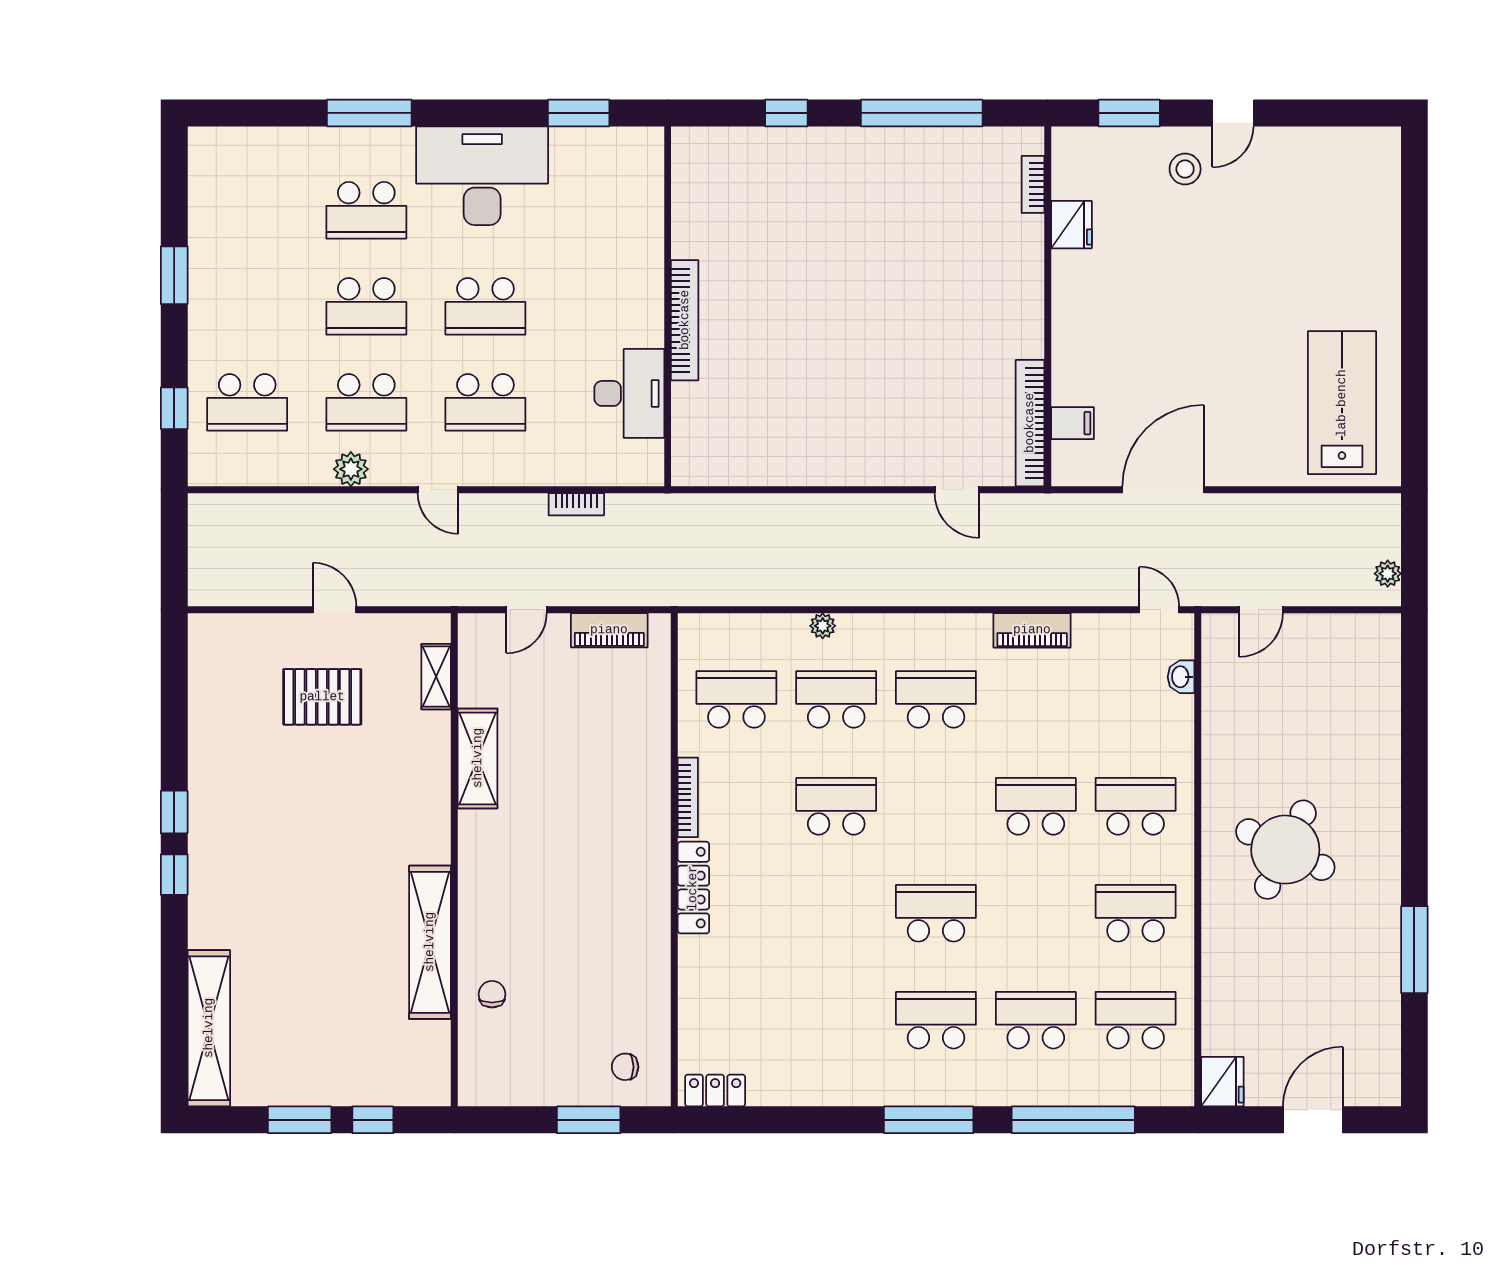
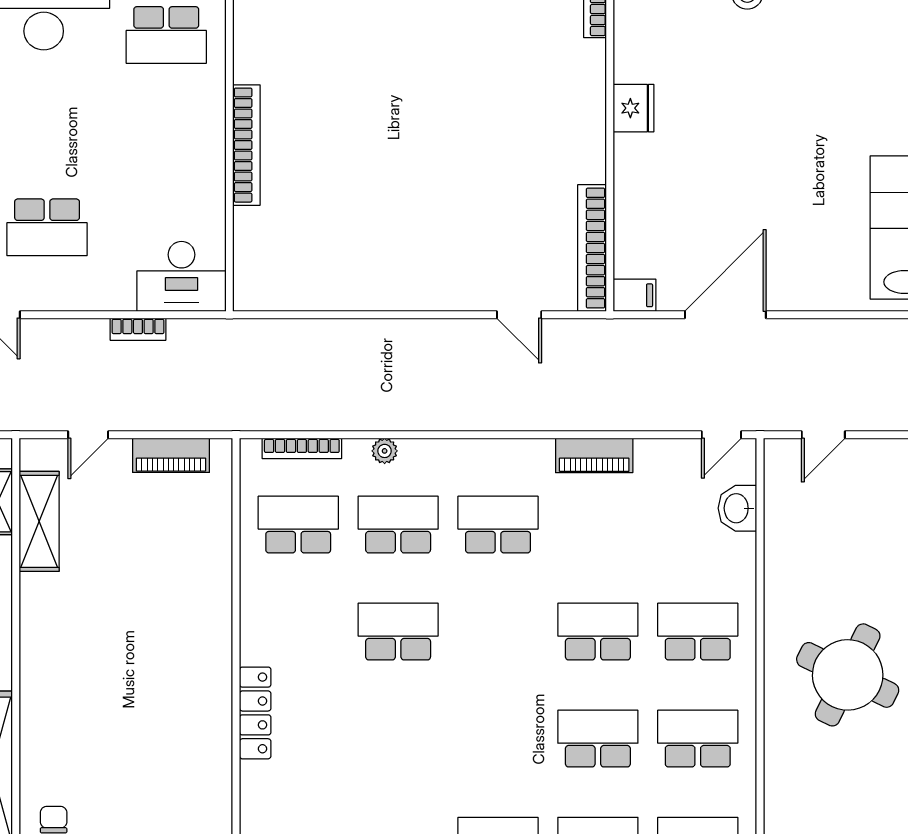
fridge: (1071, 225) -> (634, 108), moved
school desk: (485, 306) -> (166, 35), moved
desk: (629, 393) -> (181, 276), moved, turned 90
filing cabinet: (1072, 423) -> (635, 295), moved
door: (1159, 610) -> (721, 435), swing flipped
washbasin: (1181, 677) -> (737, 508), width x1.38, depth x1.45
shelving: (478, 758) -> (39, 521), moved
bookcase: (688, 797) -> (302, 448), moved, turned 90
school desk: (936, 913) -> (598, 739), moved

